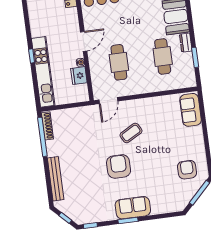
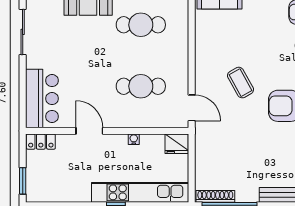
door: (84, 41) -> (89, 131), moved
fridge: (79, 76) -> (177, 144), moved

